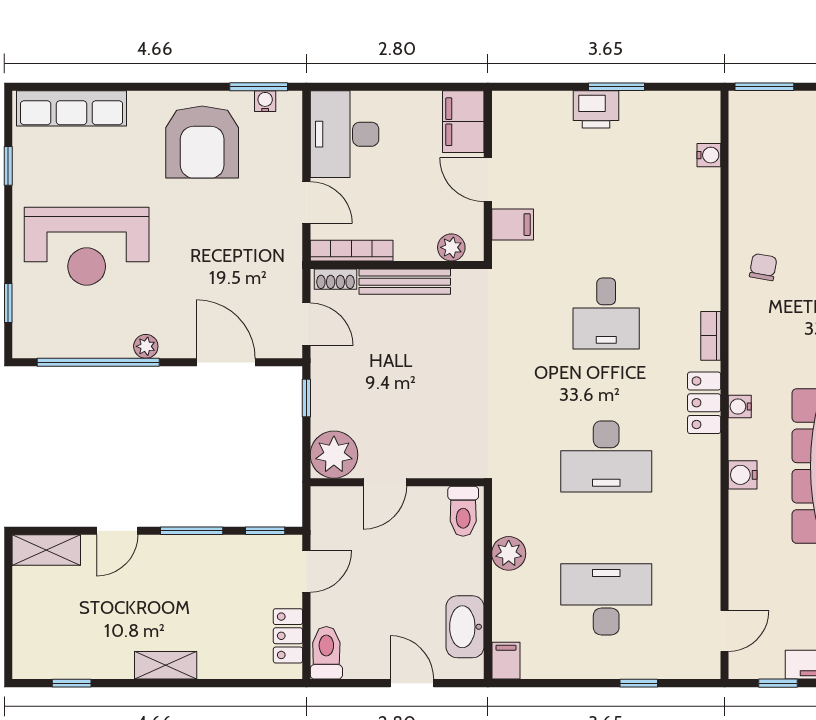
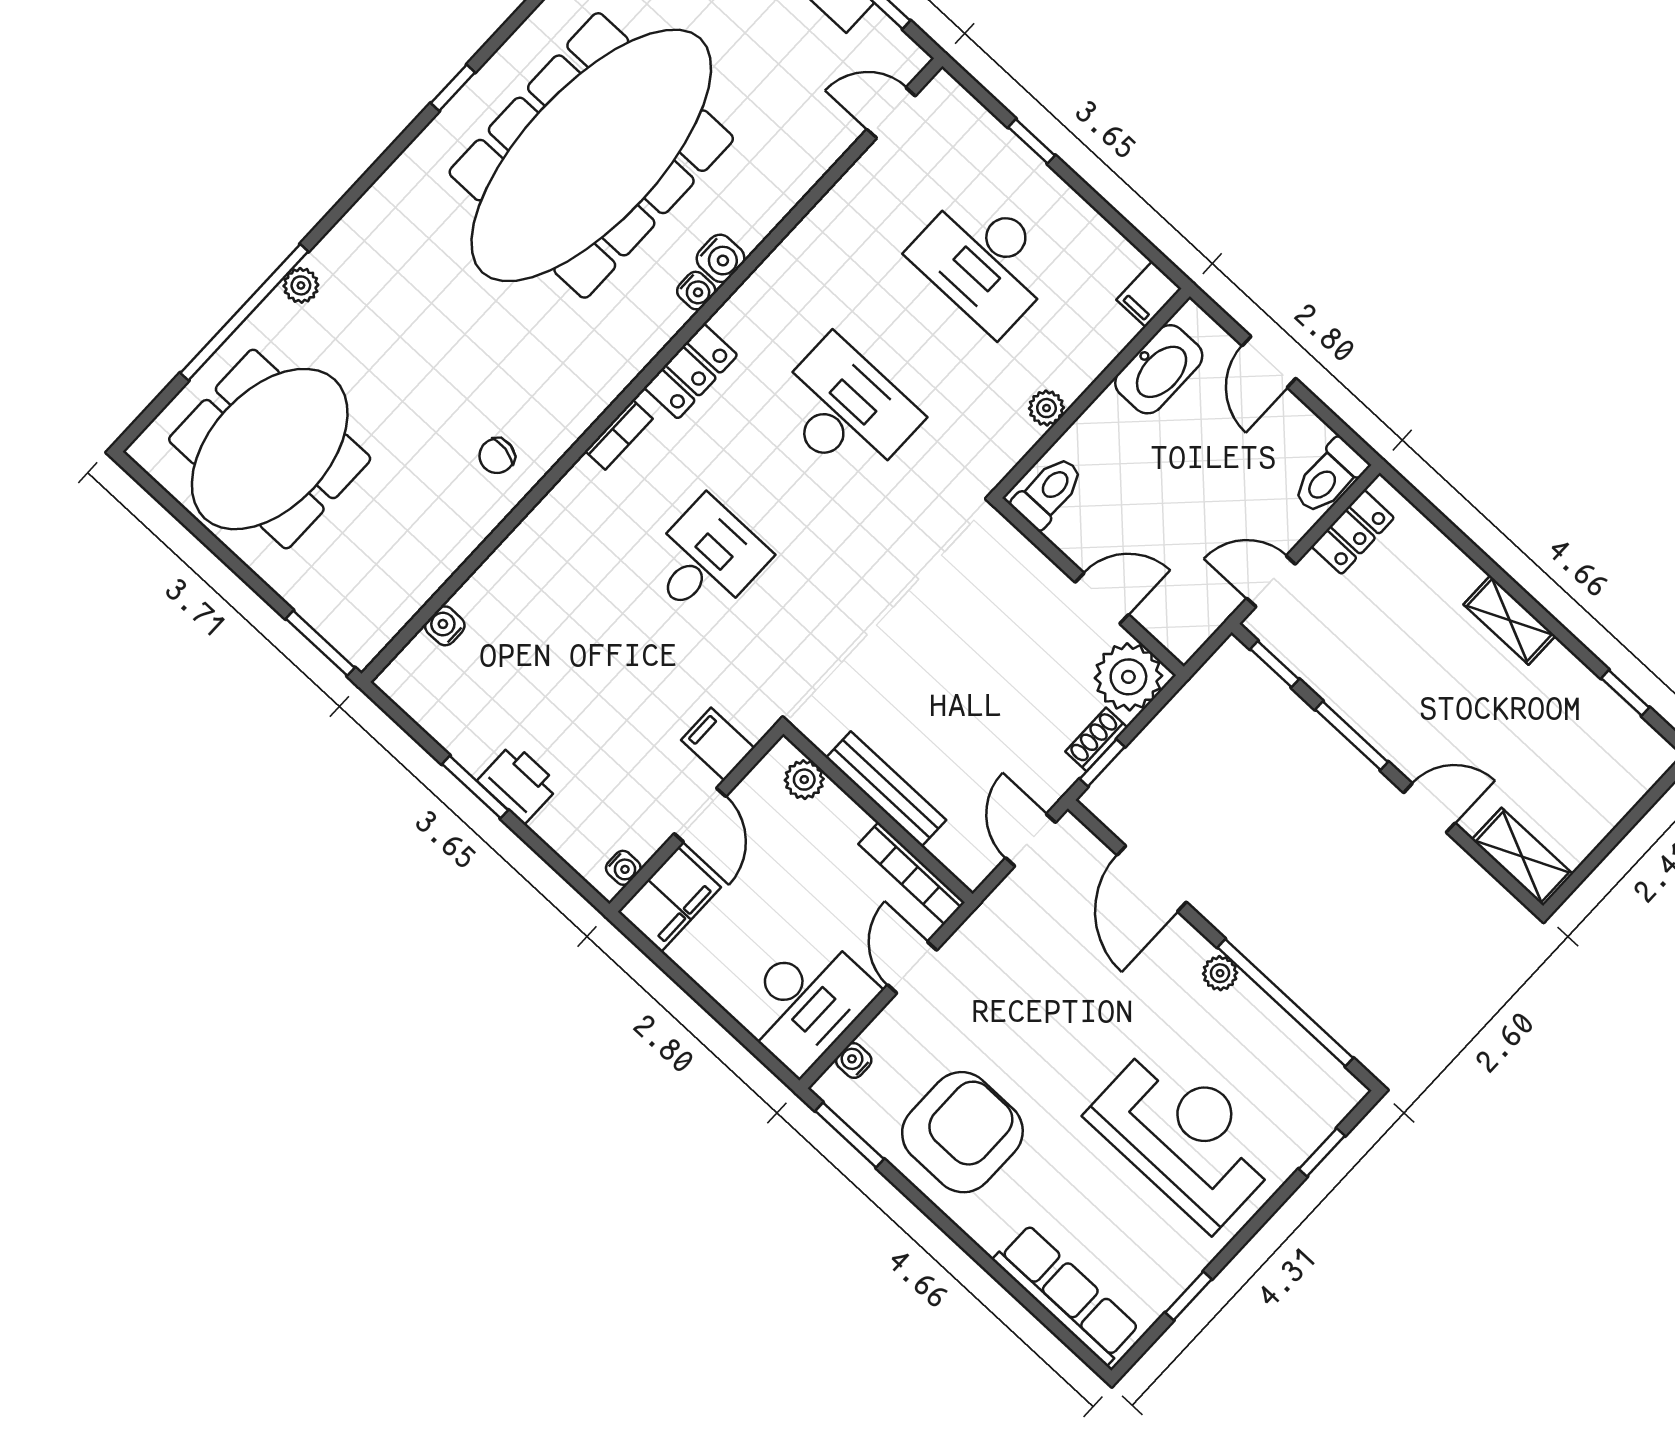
water cooler: (265, 101) -> (854, 1061), moved, turned 90
water cooler: (502, 116) -> (623, 868), added
shoe rack: (336, 279) -> (1096, 740), moved, turned -90
water cooler: (740, 407) -> (696, 291), moved
plant: (509, 553) -> (1046, 408), width x0.73, depth x0.73

